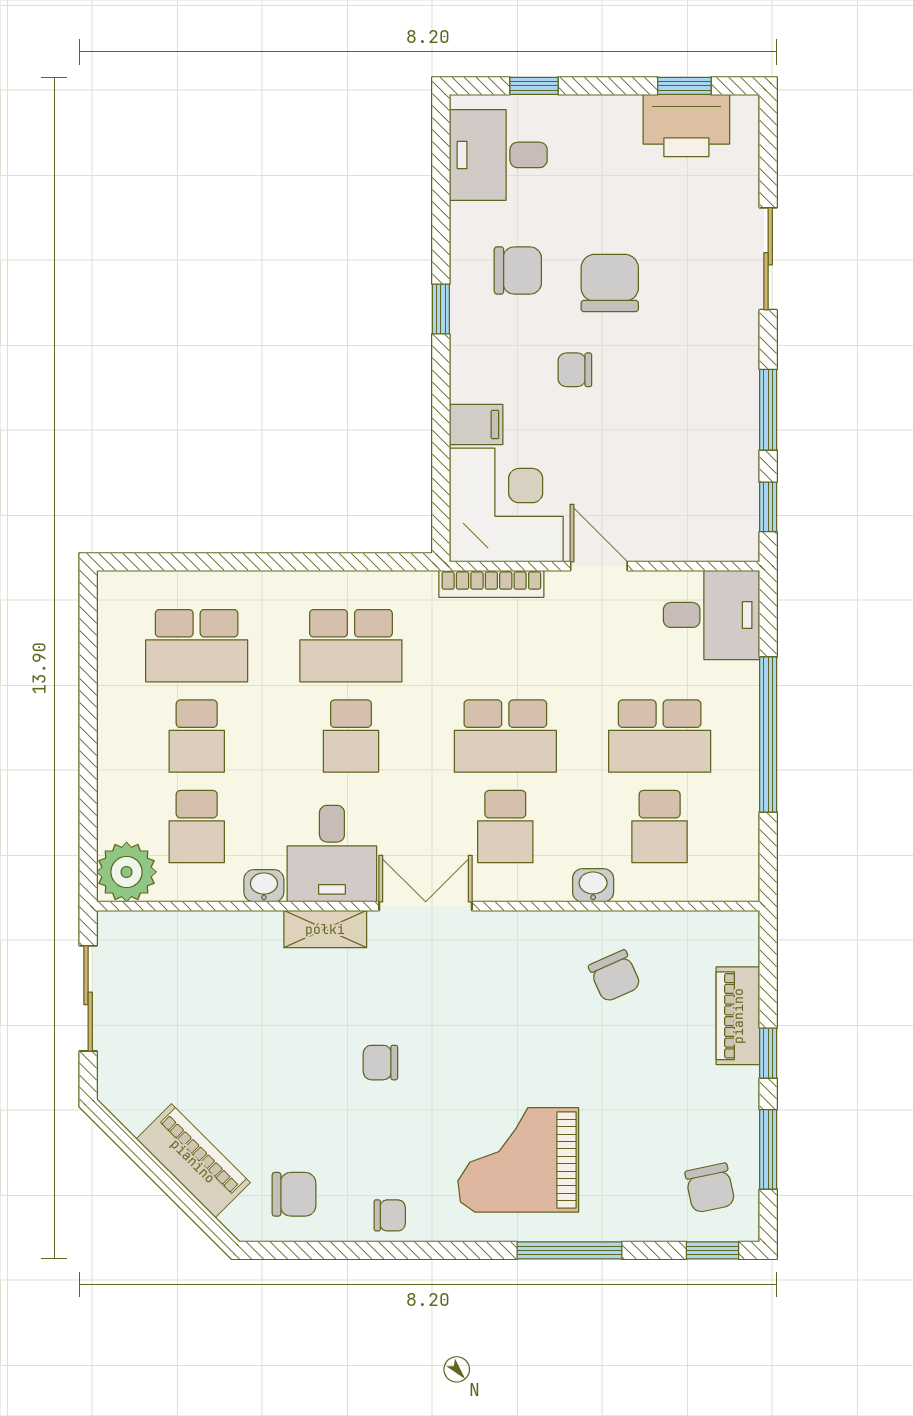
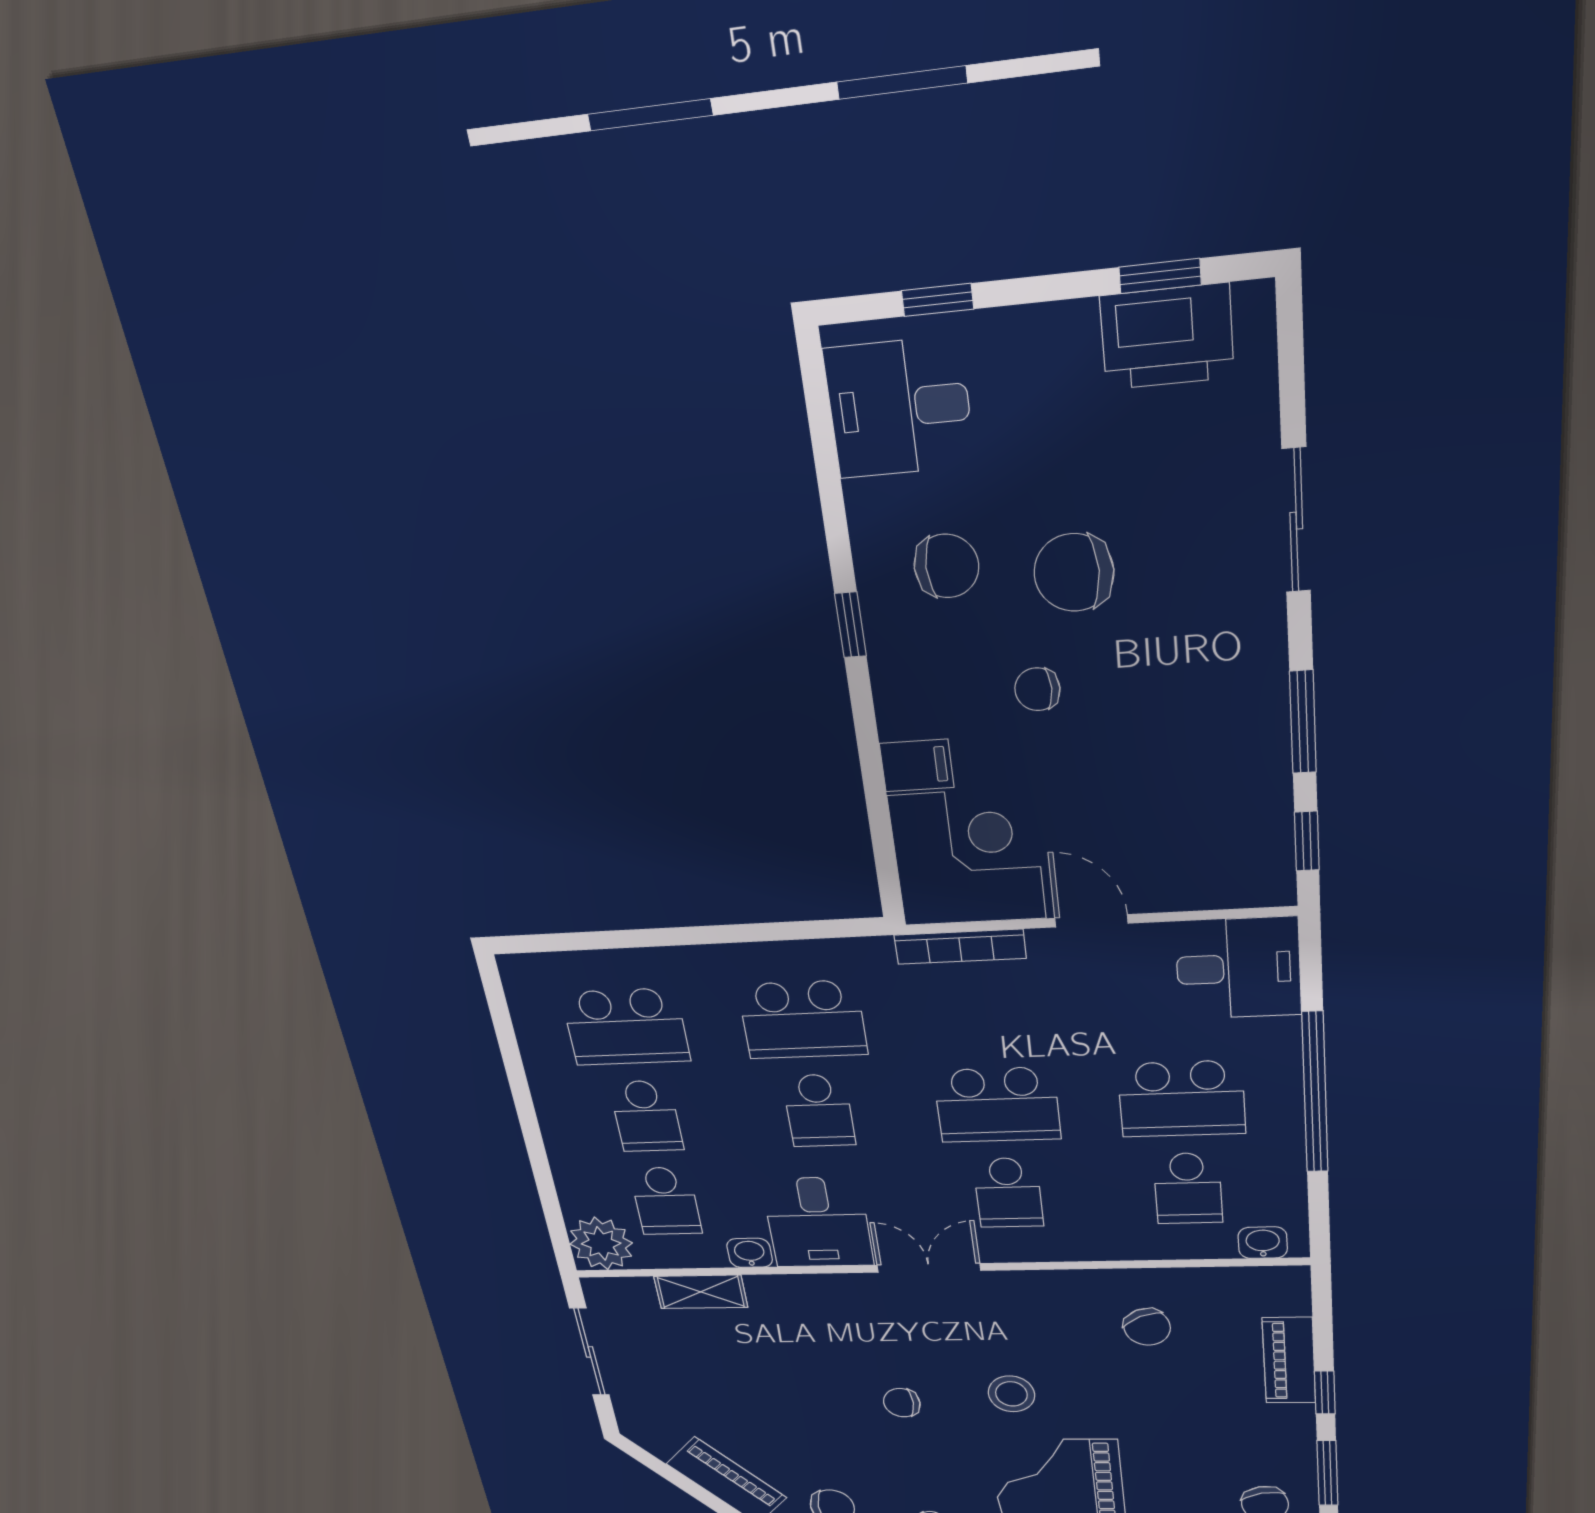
chair: (610, 283) -> (1074, 573), turned -90
washbasin: (593, 885) -> (1263, 1243), moved
shelving: (325, 929) -> (701, 1292), moved
stool: (485, 1053) -> (1011, 1394), added

